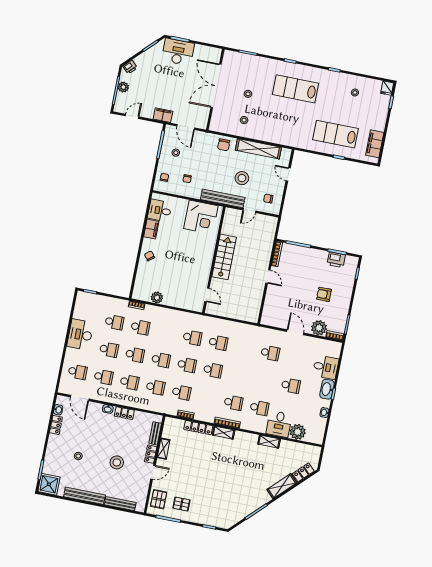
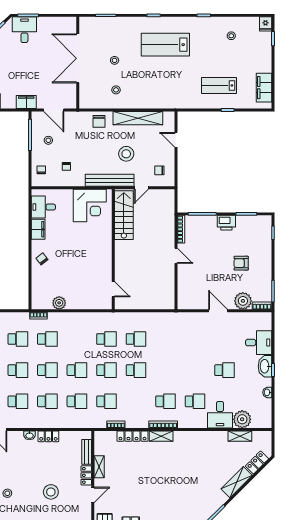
desk: (178, 52) -> (24, 30), width x0.73
lab bench: (336, 134) -> (219, 85), width x0.73, depth x0.72
stairs: (224, 257) -> (124, 215), moved
printer: (336, 260) -> (226, 223), moved
school desk: (270, 353) -> (195, 339), removed
shelving: (269, 442) -> (240, 436), moved

